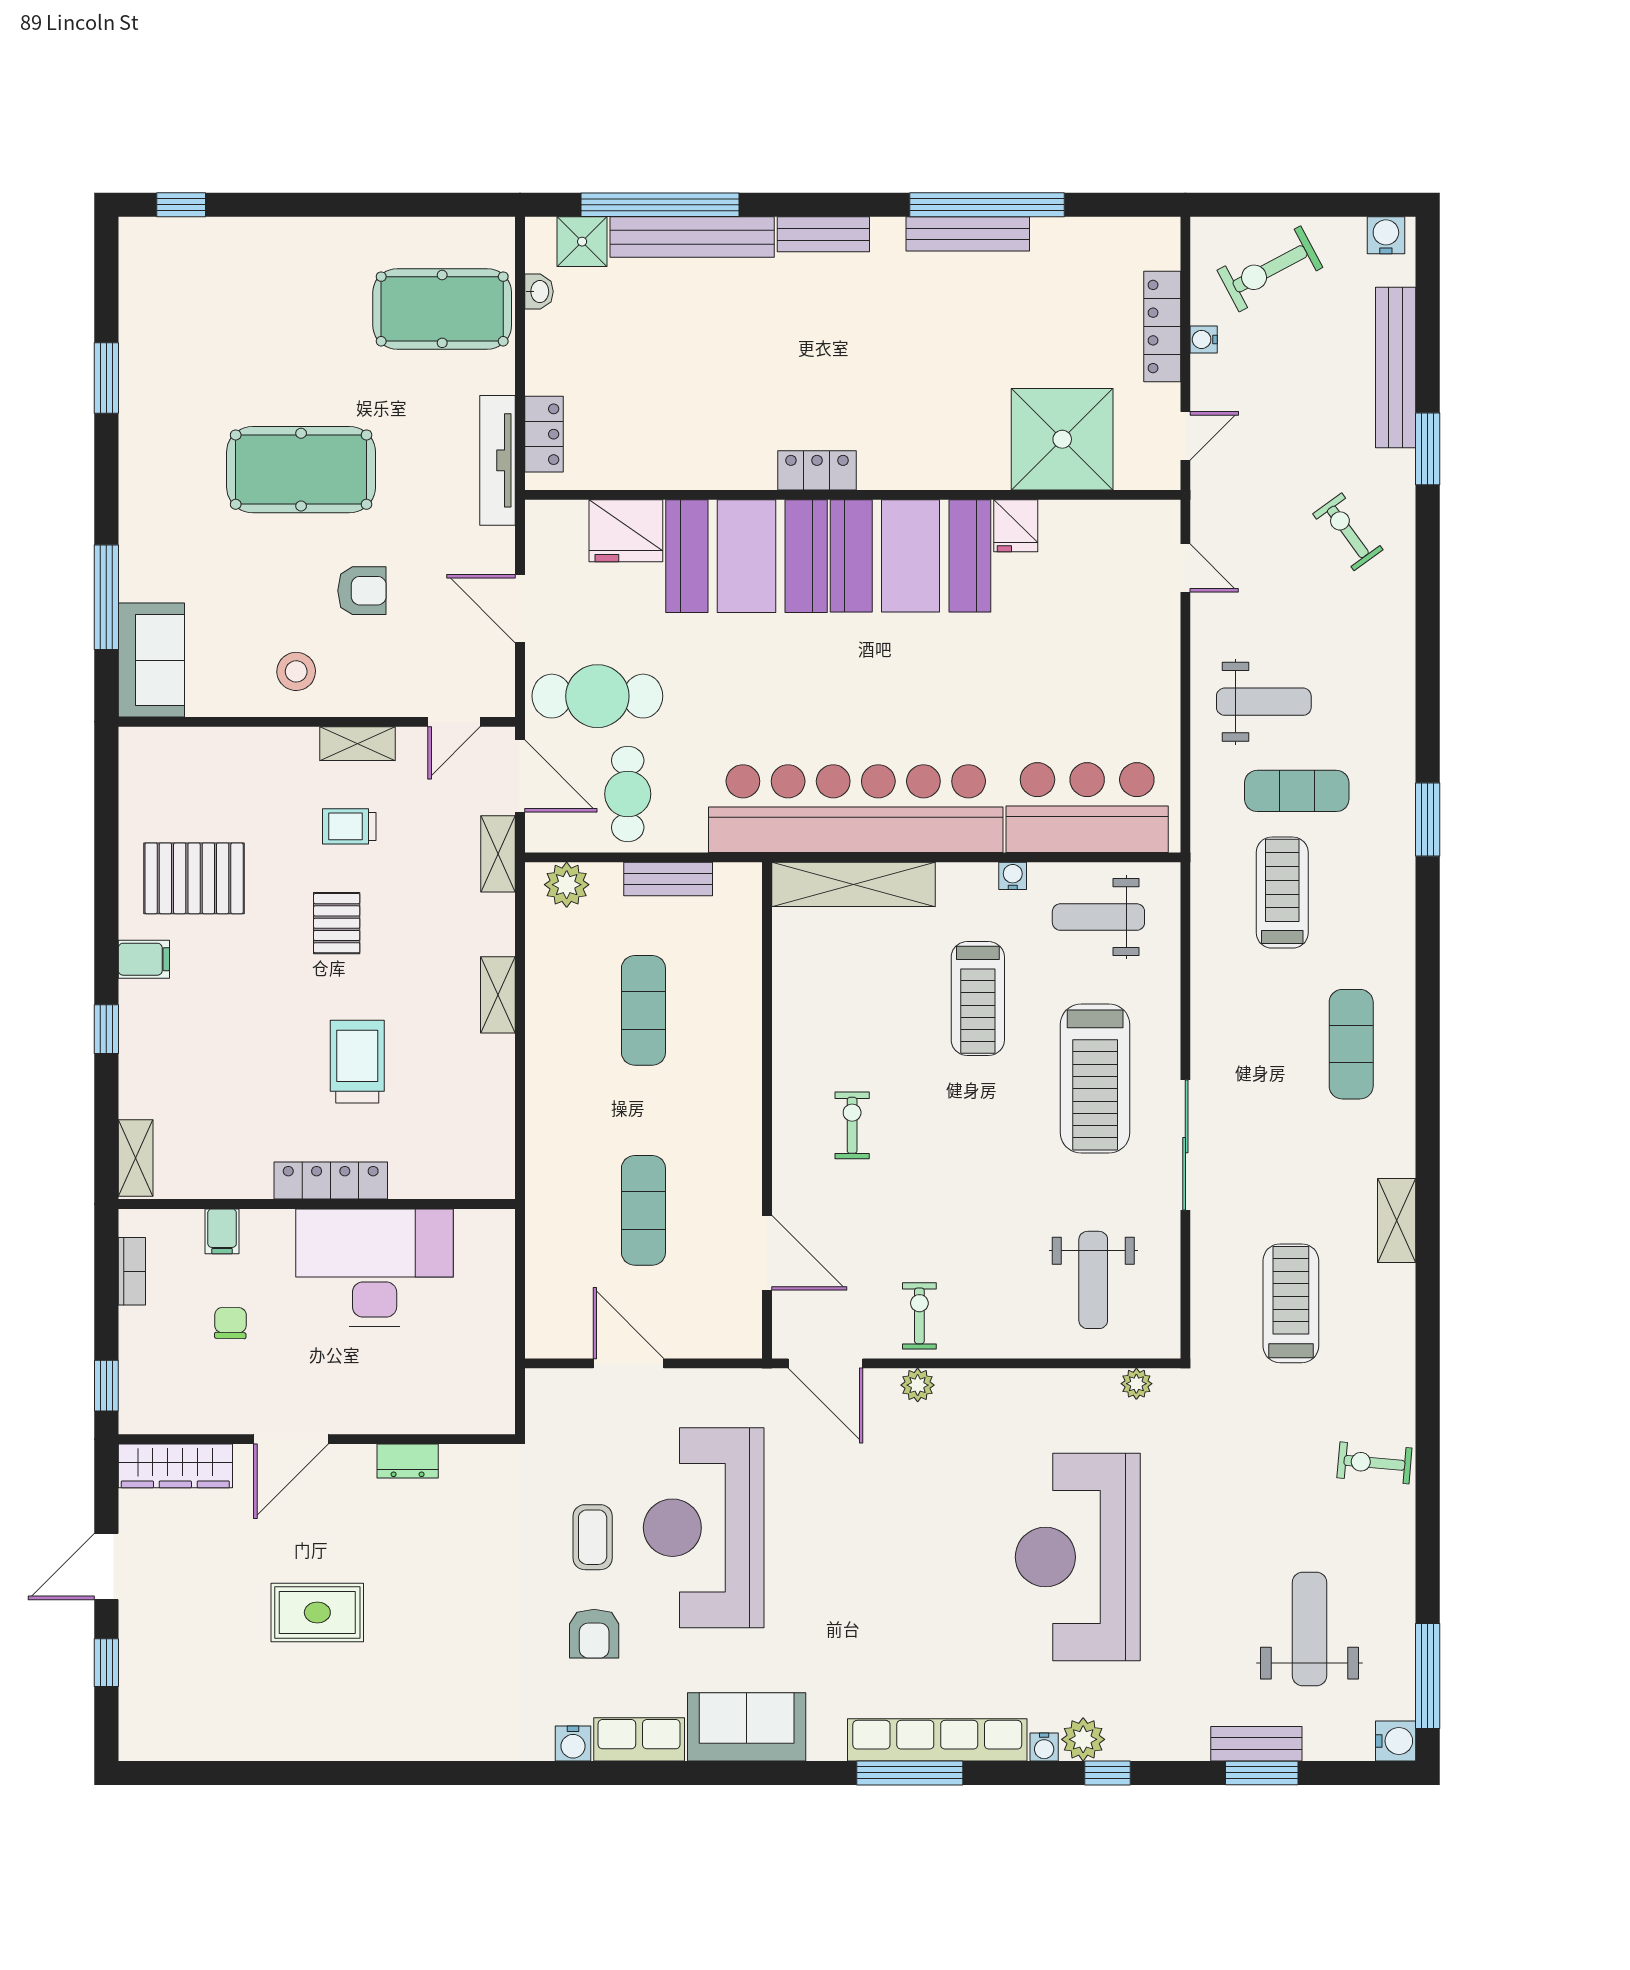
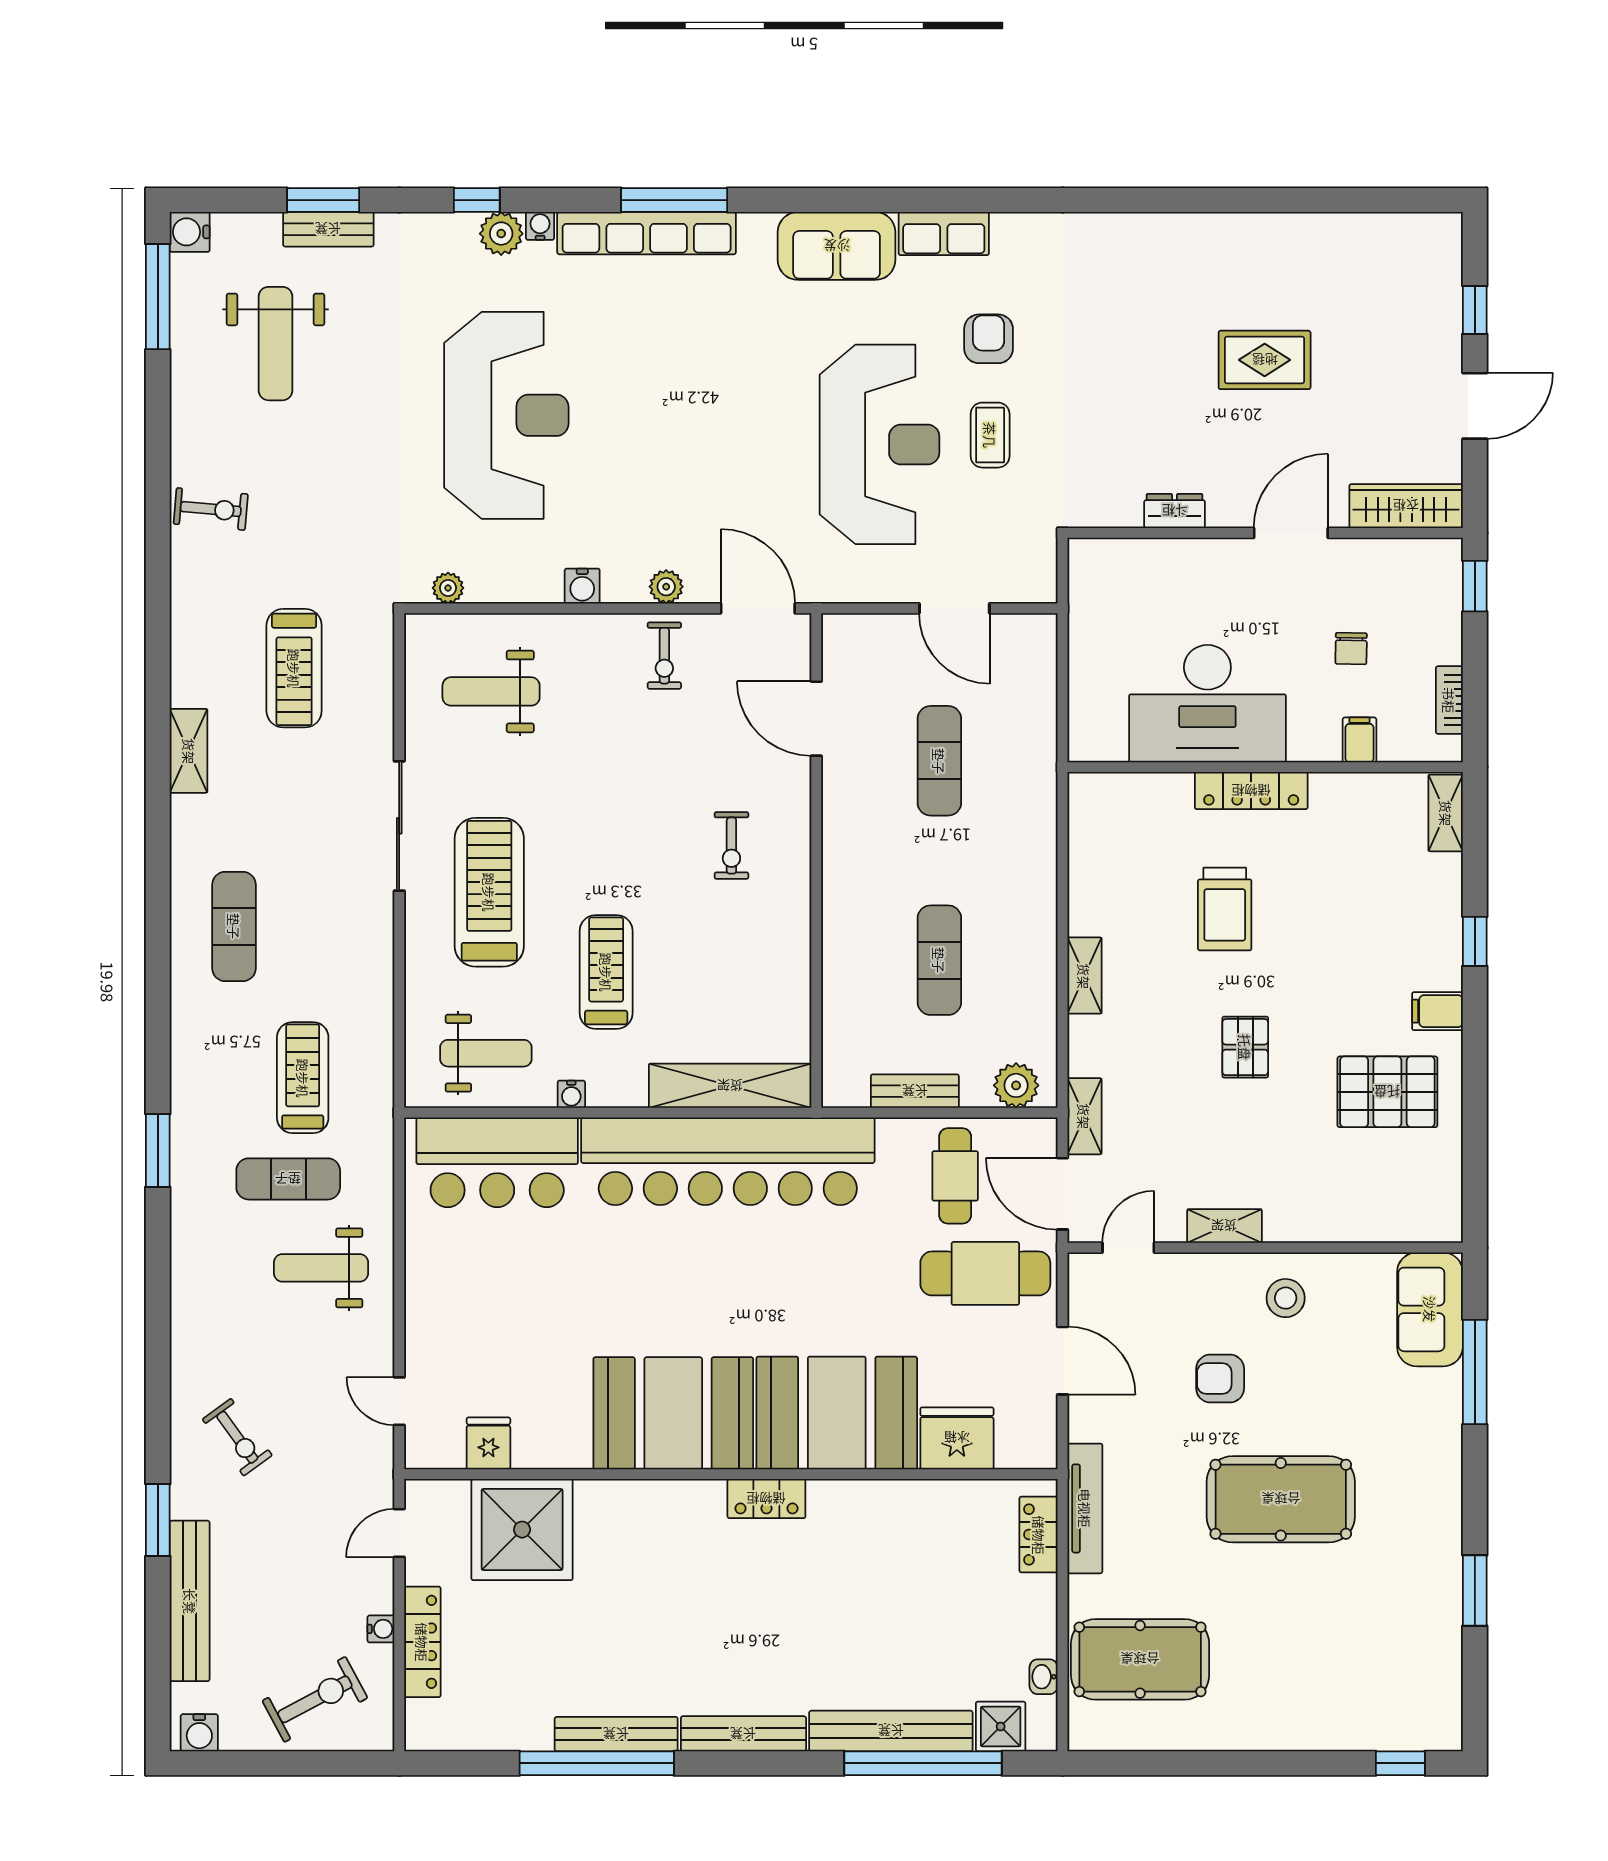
bench: (823, 234) -> (743, 1734), width x1.36
fridge: (1016, 526) -> (488, 1443), moved
trolley: (349, 826) -> (1233, 1144), removed
treadmill: (1282, 893) -> (303, 1078), turned 180
weight bench: (1093, 1280) -> (491, 691), turned -90
water cooler: (573, 1743) -> (582, 586), moved, turned 180

